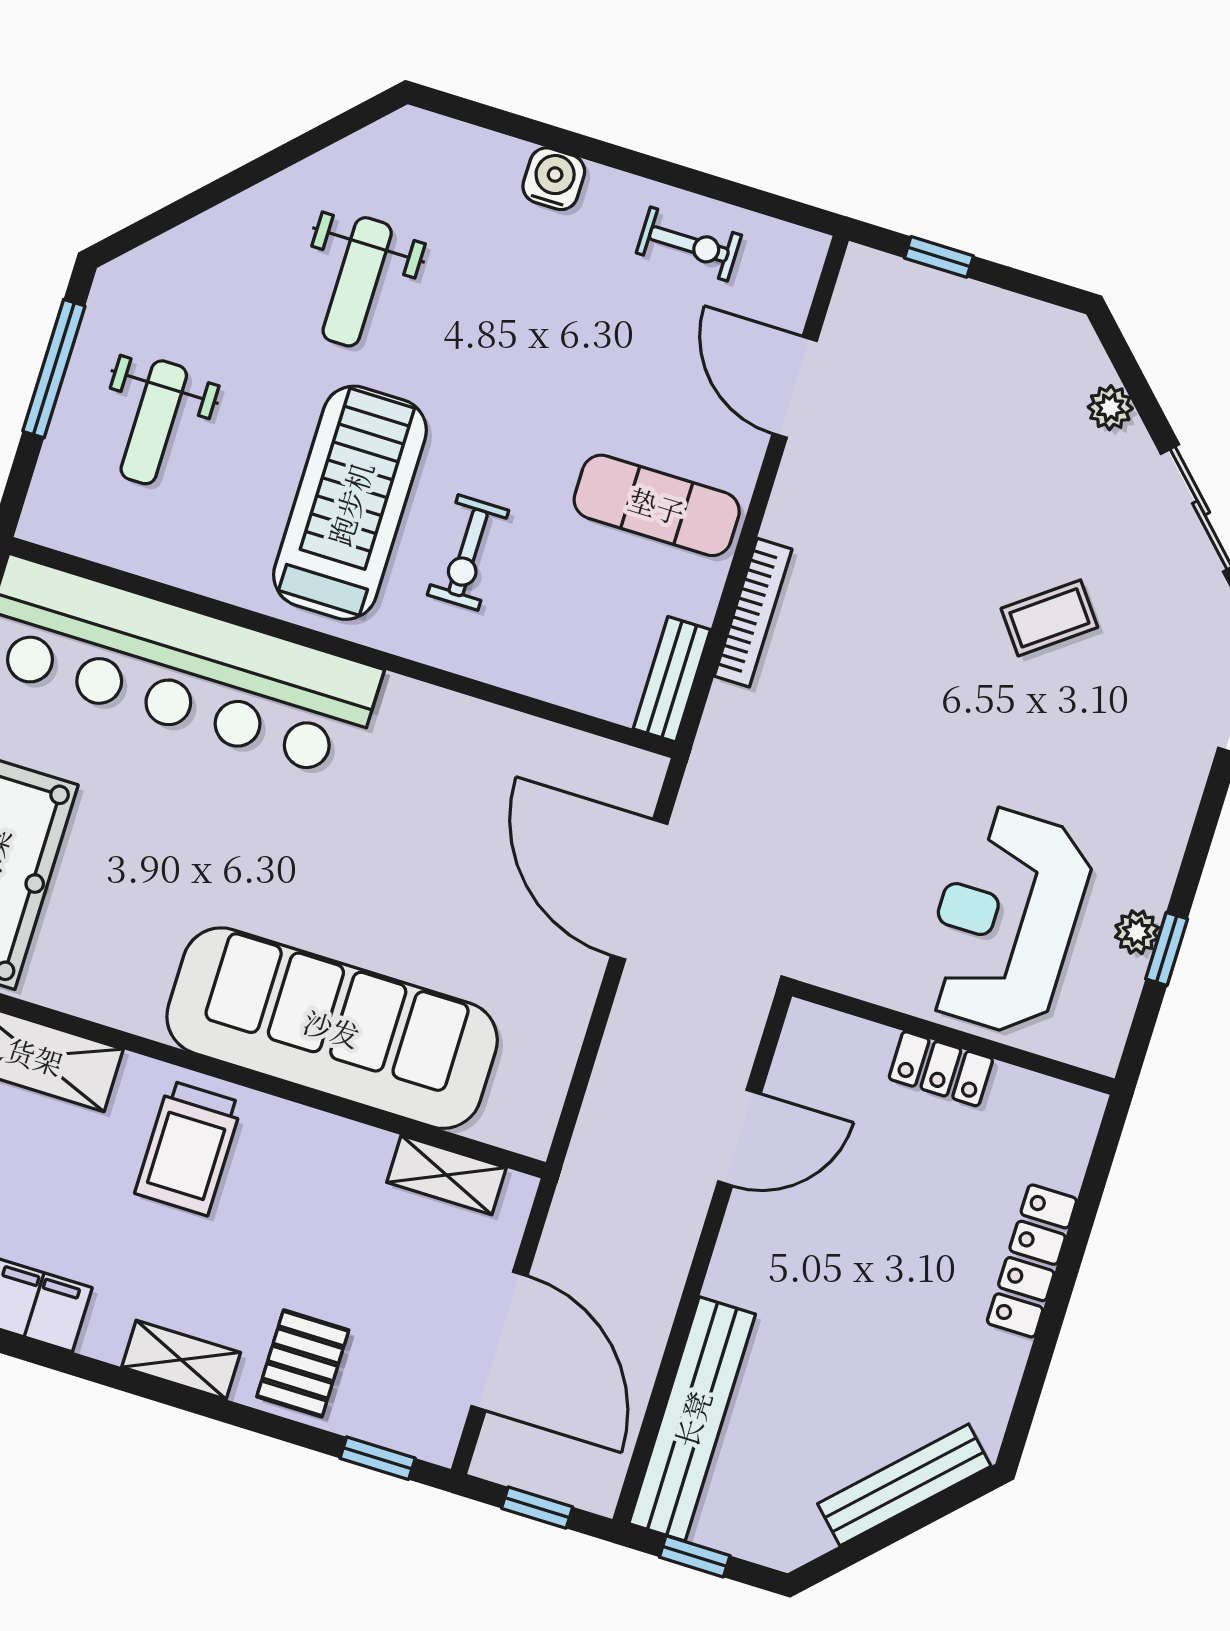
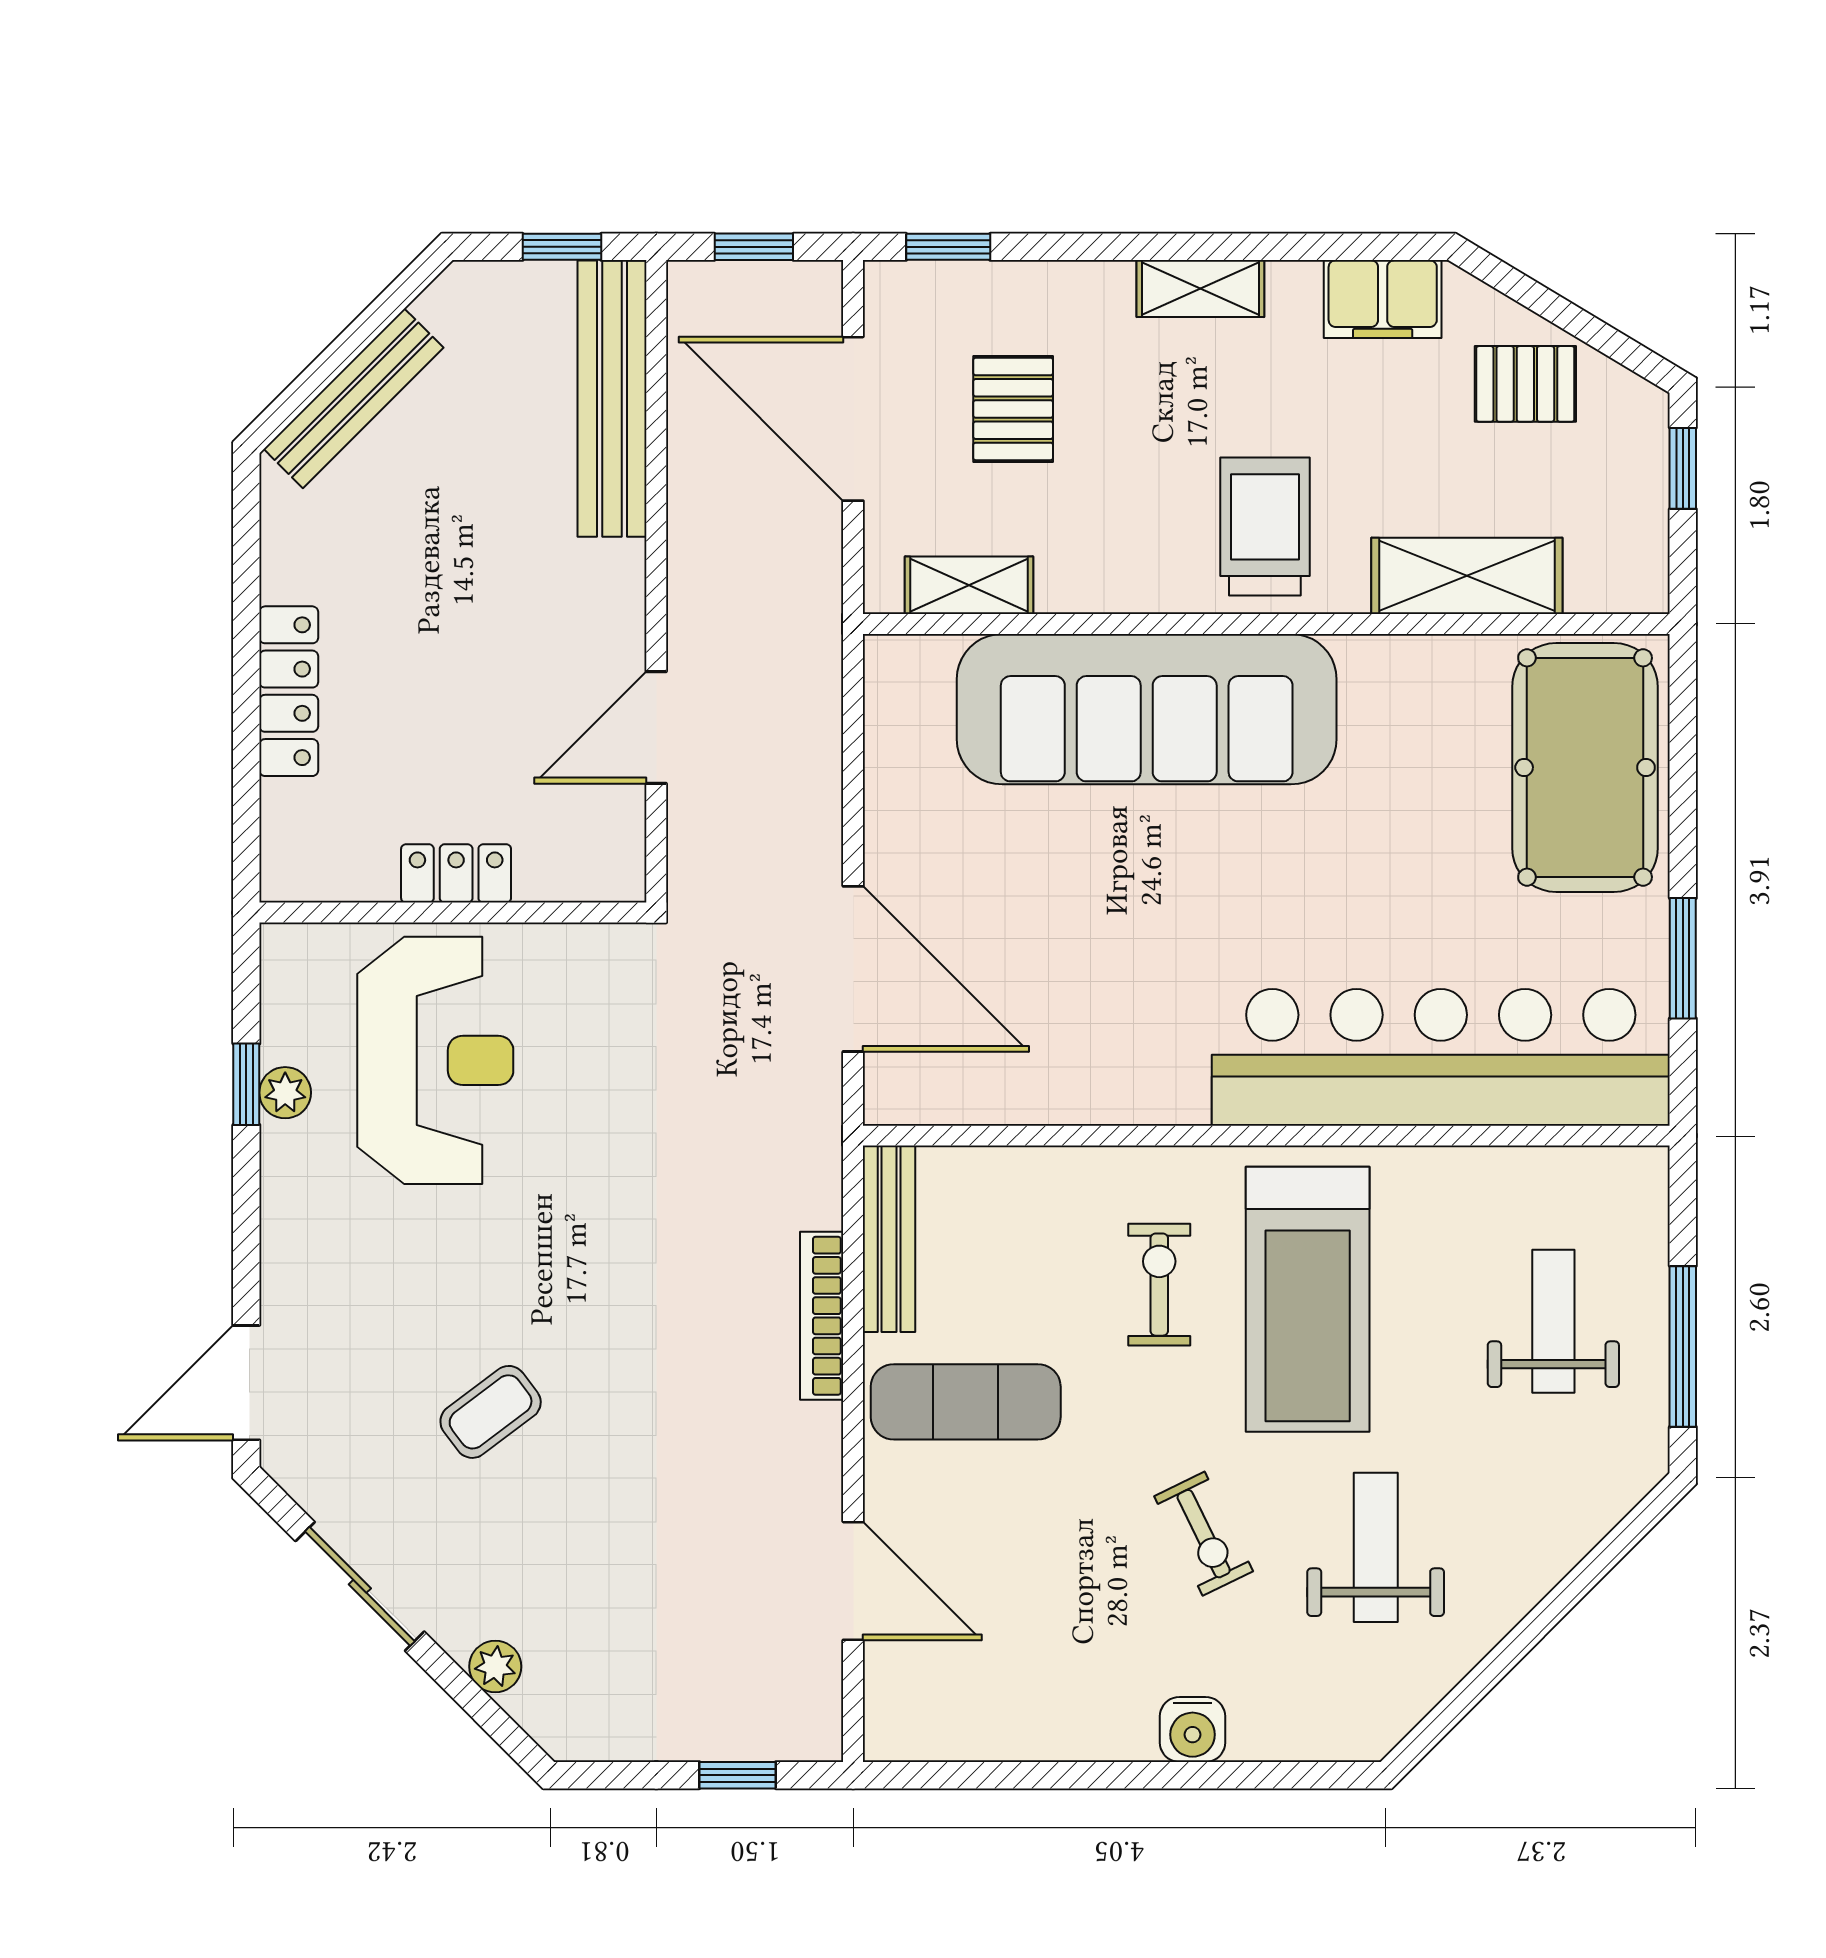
exercise bike: (689, 244) -> (1204, 1534), moved, turned -116
bench: (672, 679) -> (889, 1239), width x1.36
pallet: (303, 1363) -> (1013, 409), moved

